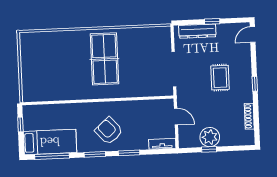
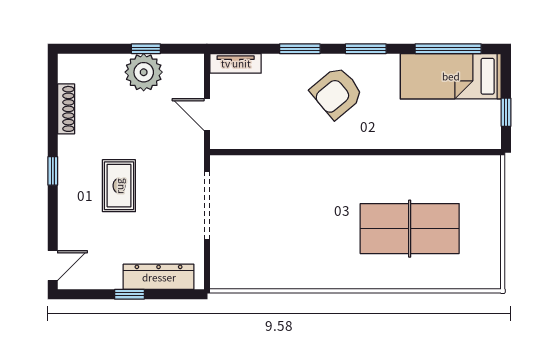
table tennis table: (104, 59) -> (410, 229), moved, turned 90
armchair: (109, 131) -> (337, 93), turned 92

